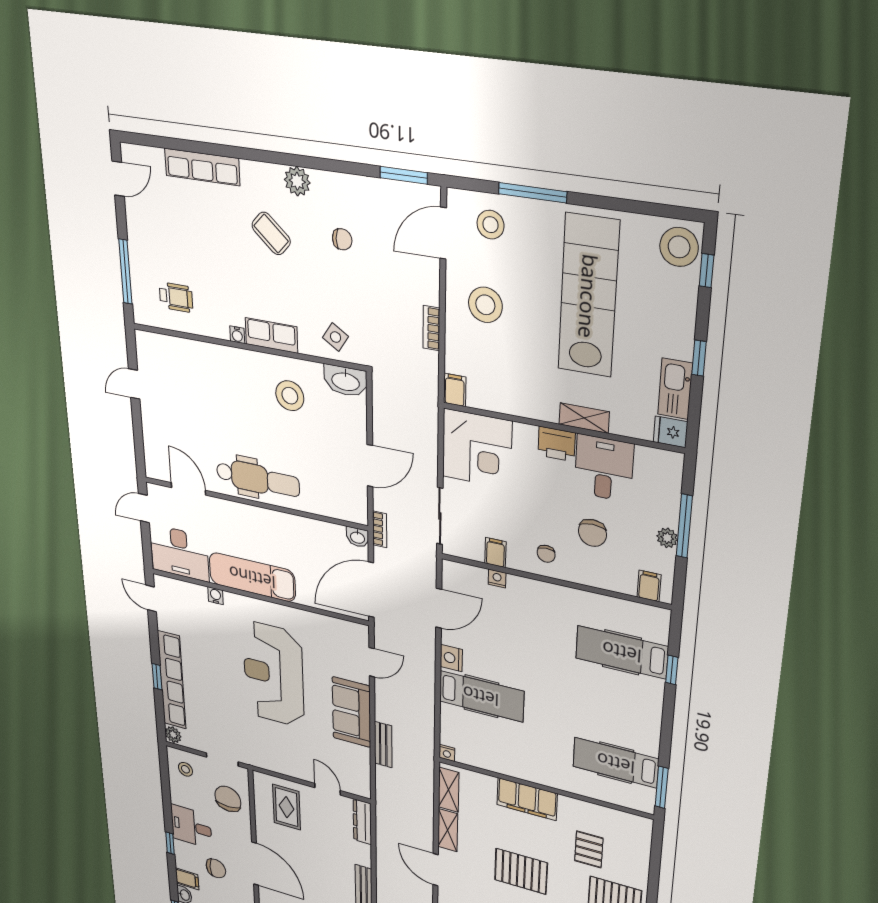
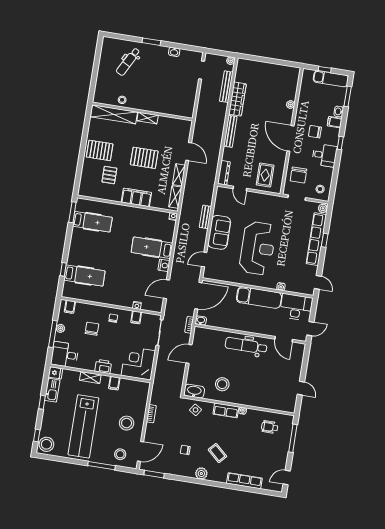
door: (134, 384) -> (301, 388), hinge flipped
filing cabinet: (455, 390) -> (114, 383), moved
desk: (604, 468) -> (65, 355), moved, turned 90

